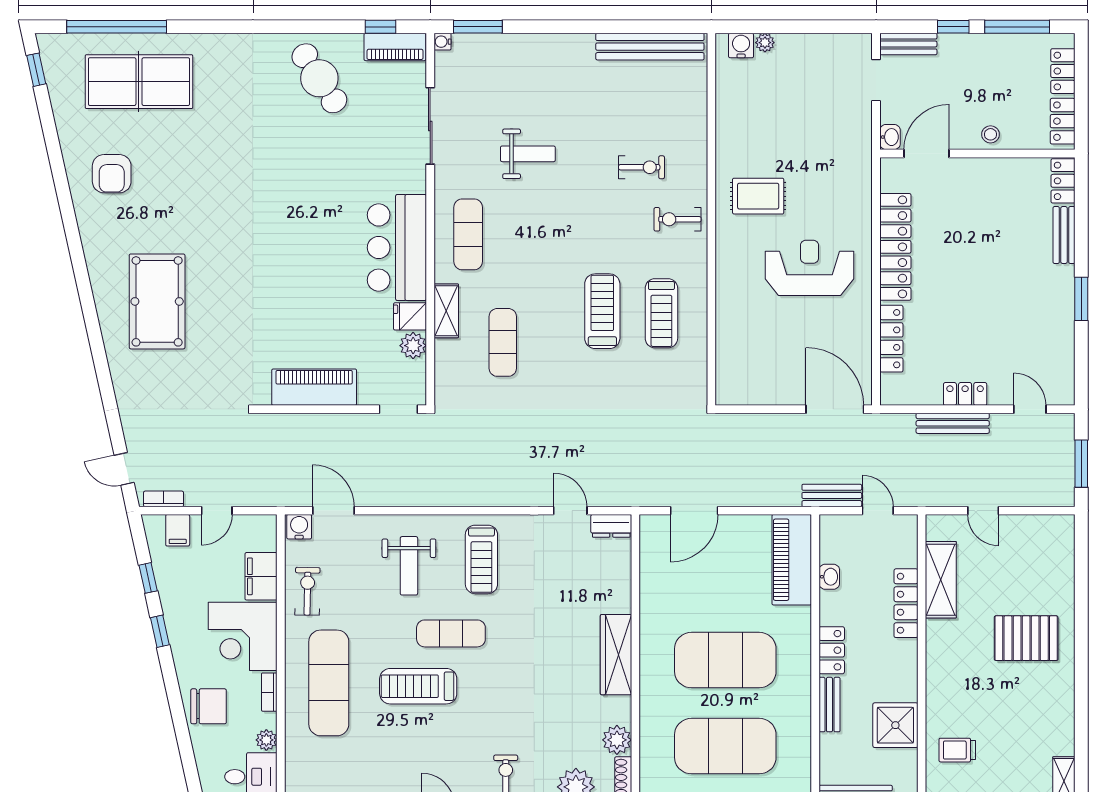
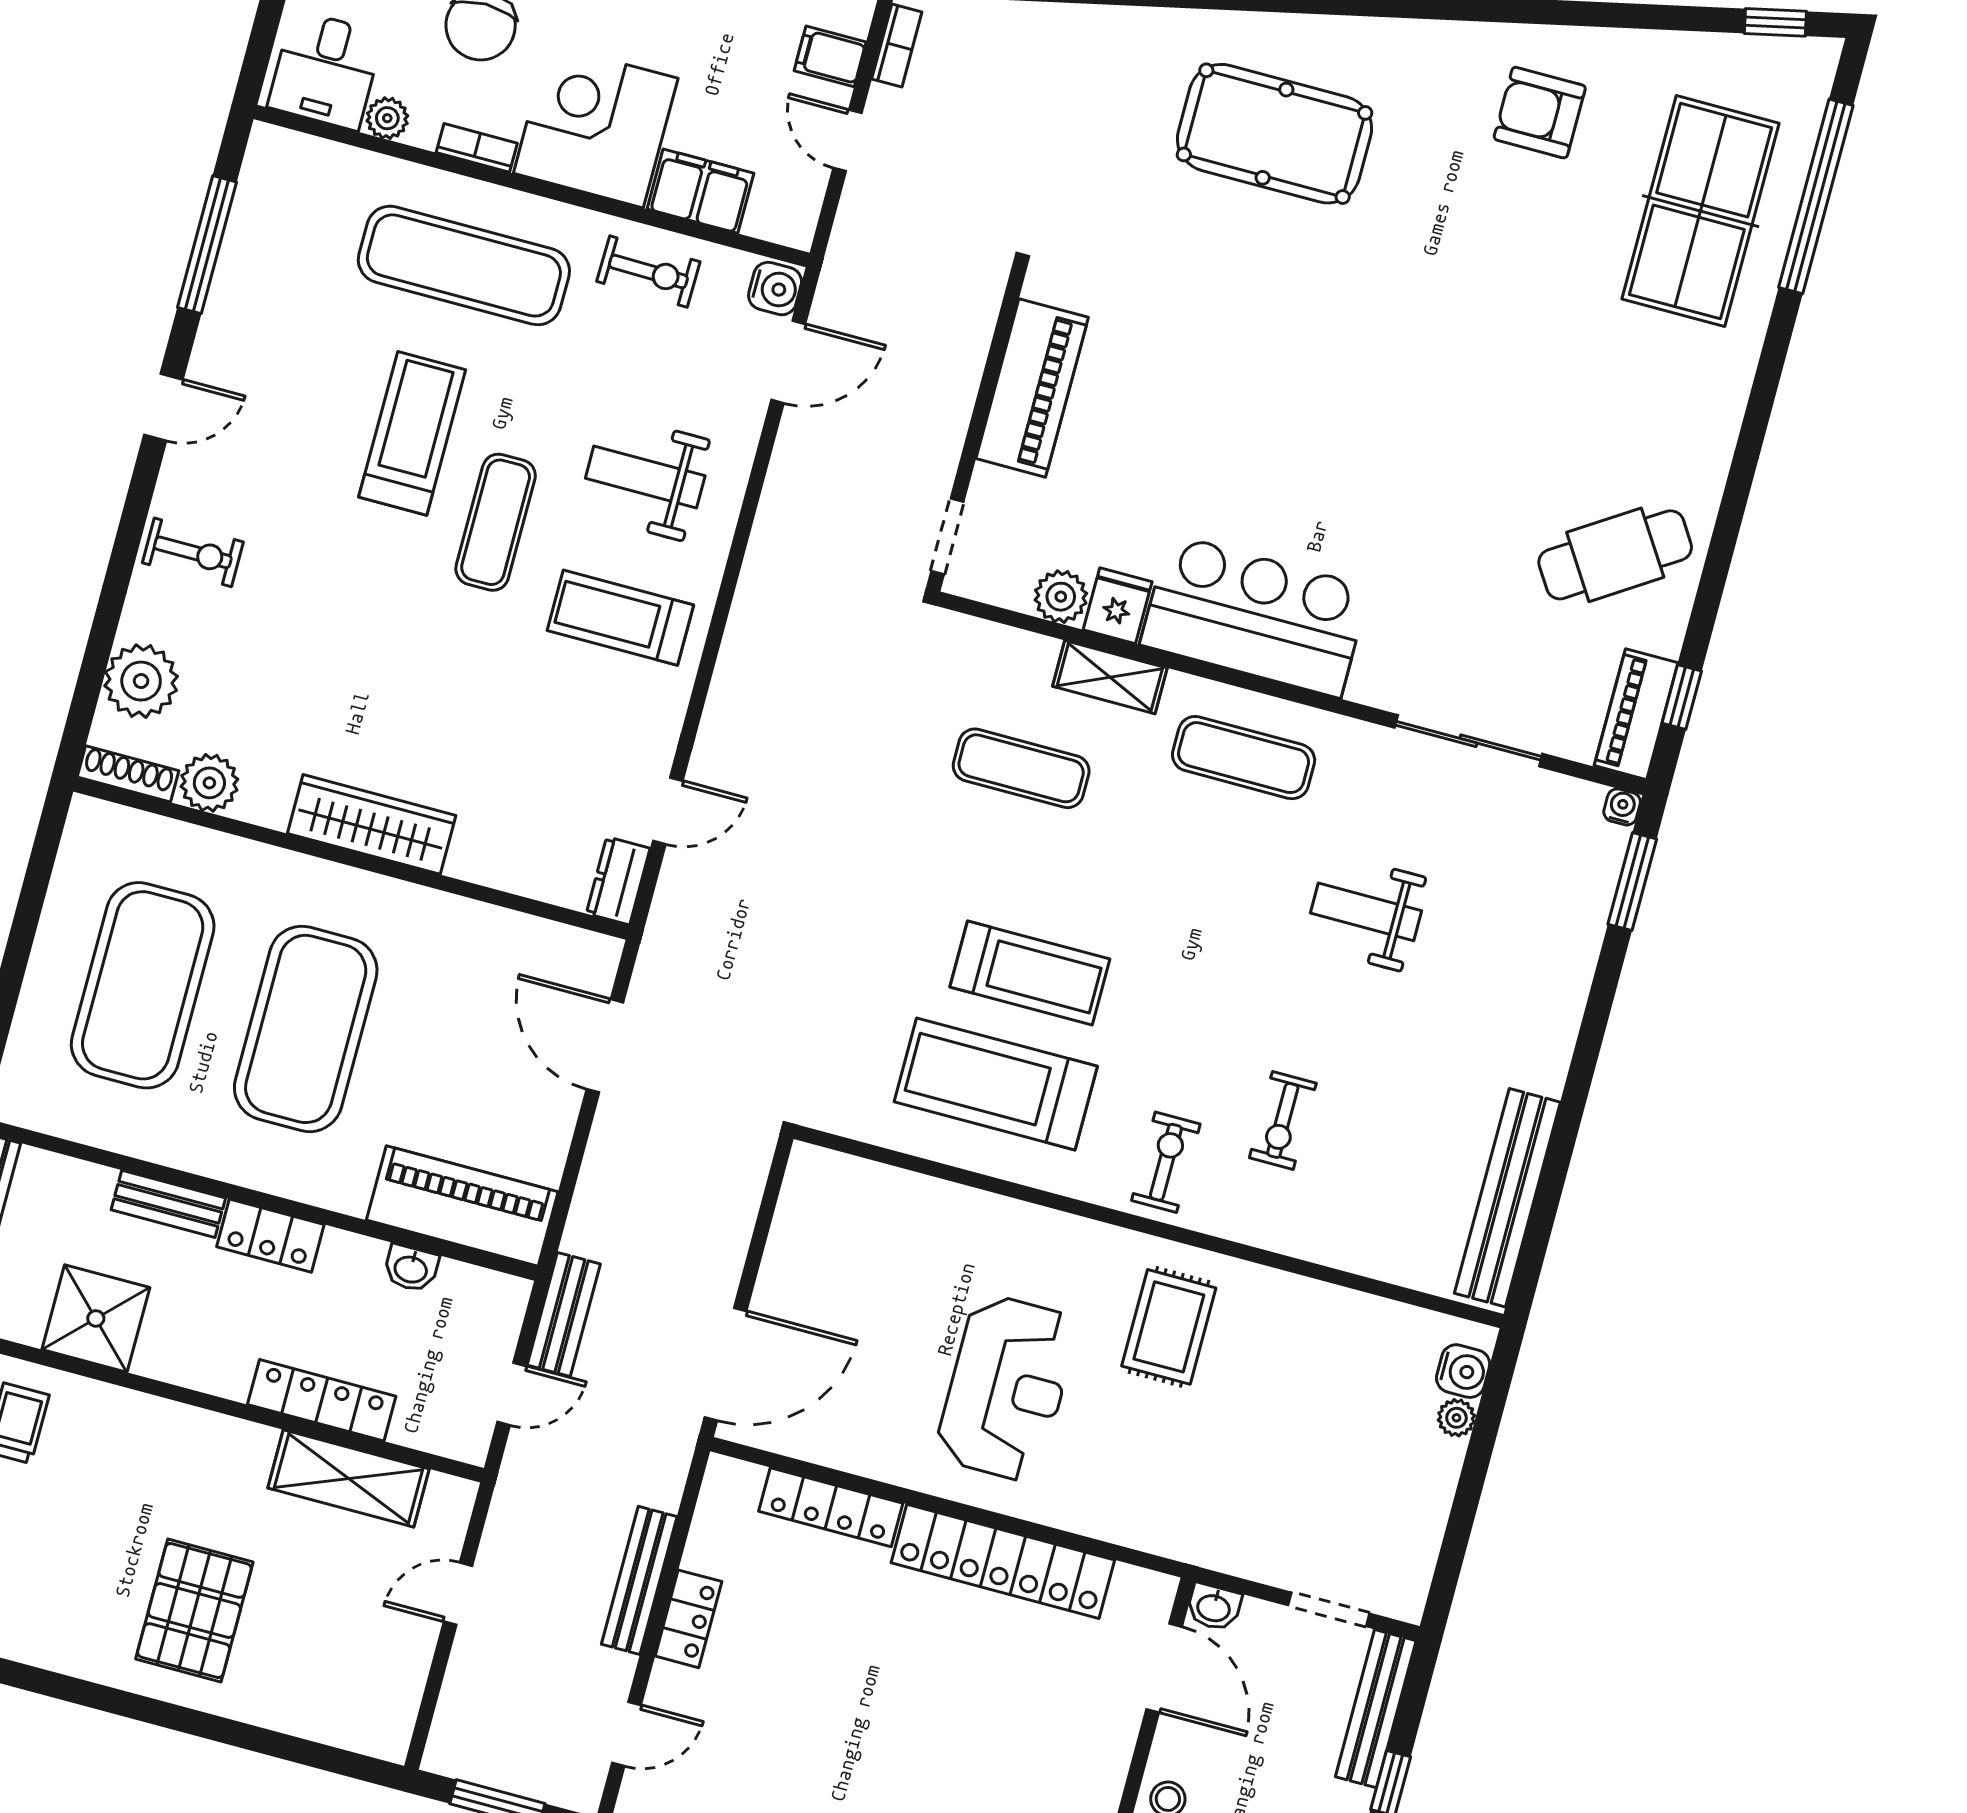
bench: (908, 44) -> (1376, 1709), width x1.36
weight bench: (528, 154) -> (1366, 912), turned 90
treadmill: (661, 313) -> (996, 1084), width x1.37, depth x1.37

